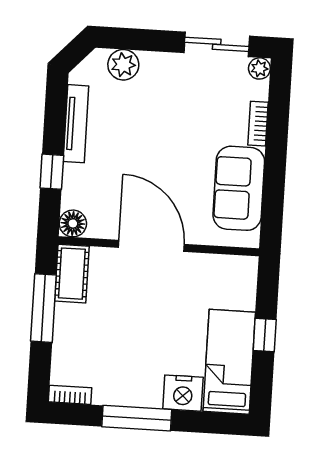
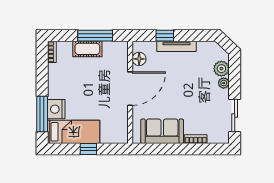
plant: (259, 68) -> (224, 83), moved
tv unit: (76, 124) -> (176, 46), moved
floor lamp: (73, 223) -> (139, 59), moved
cot: (72, 274) -> (87, 49), moved
window: (137, 418) -> (42, 114), moved

